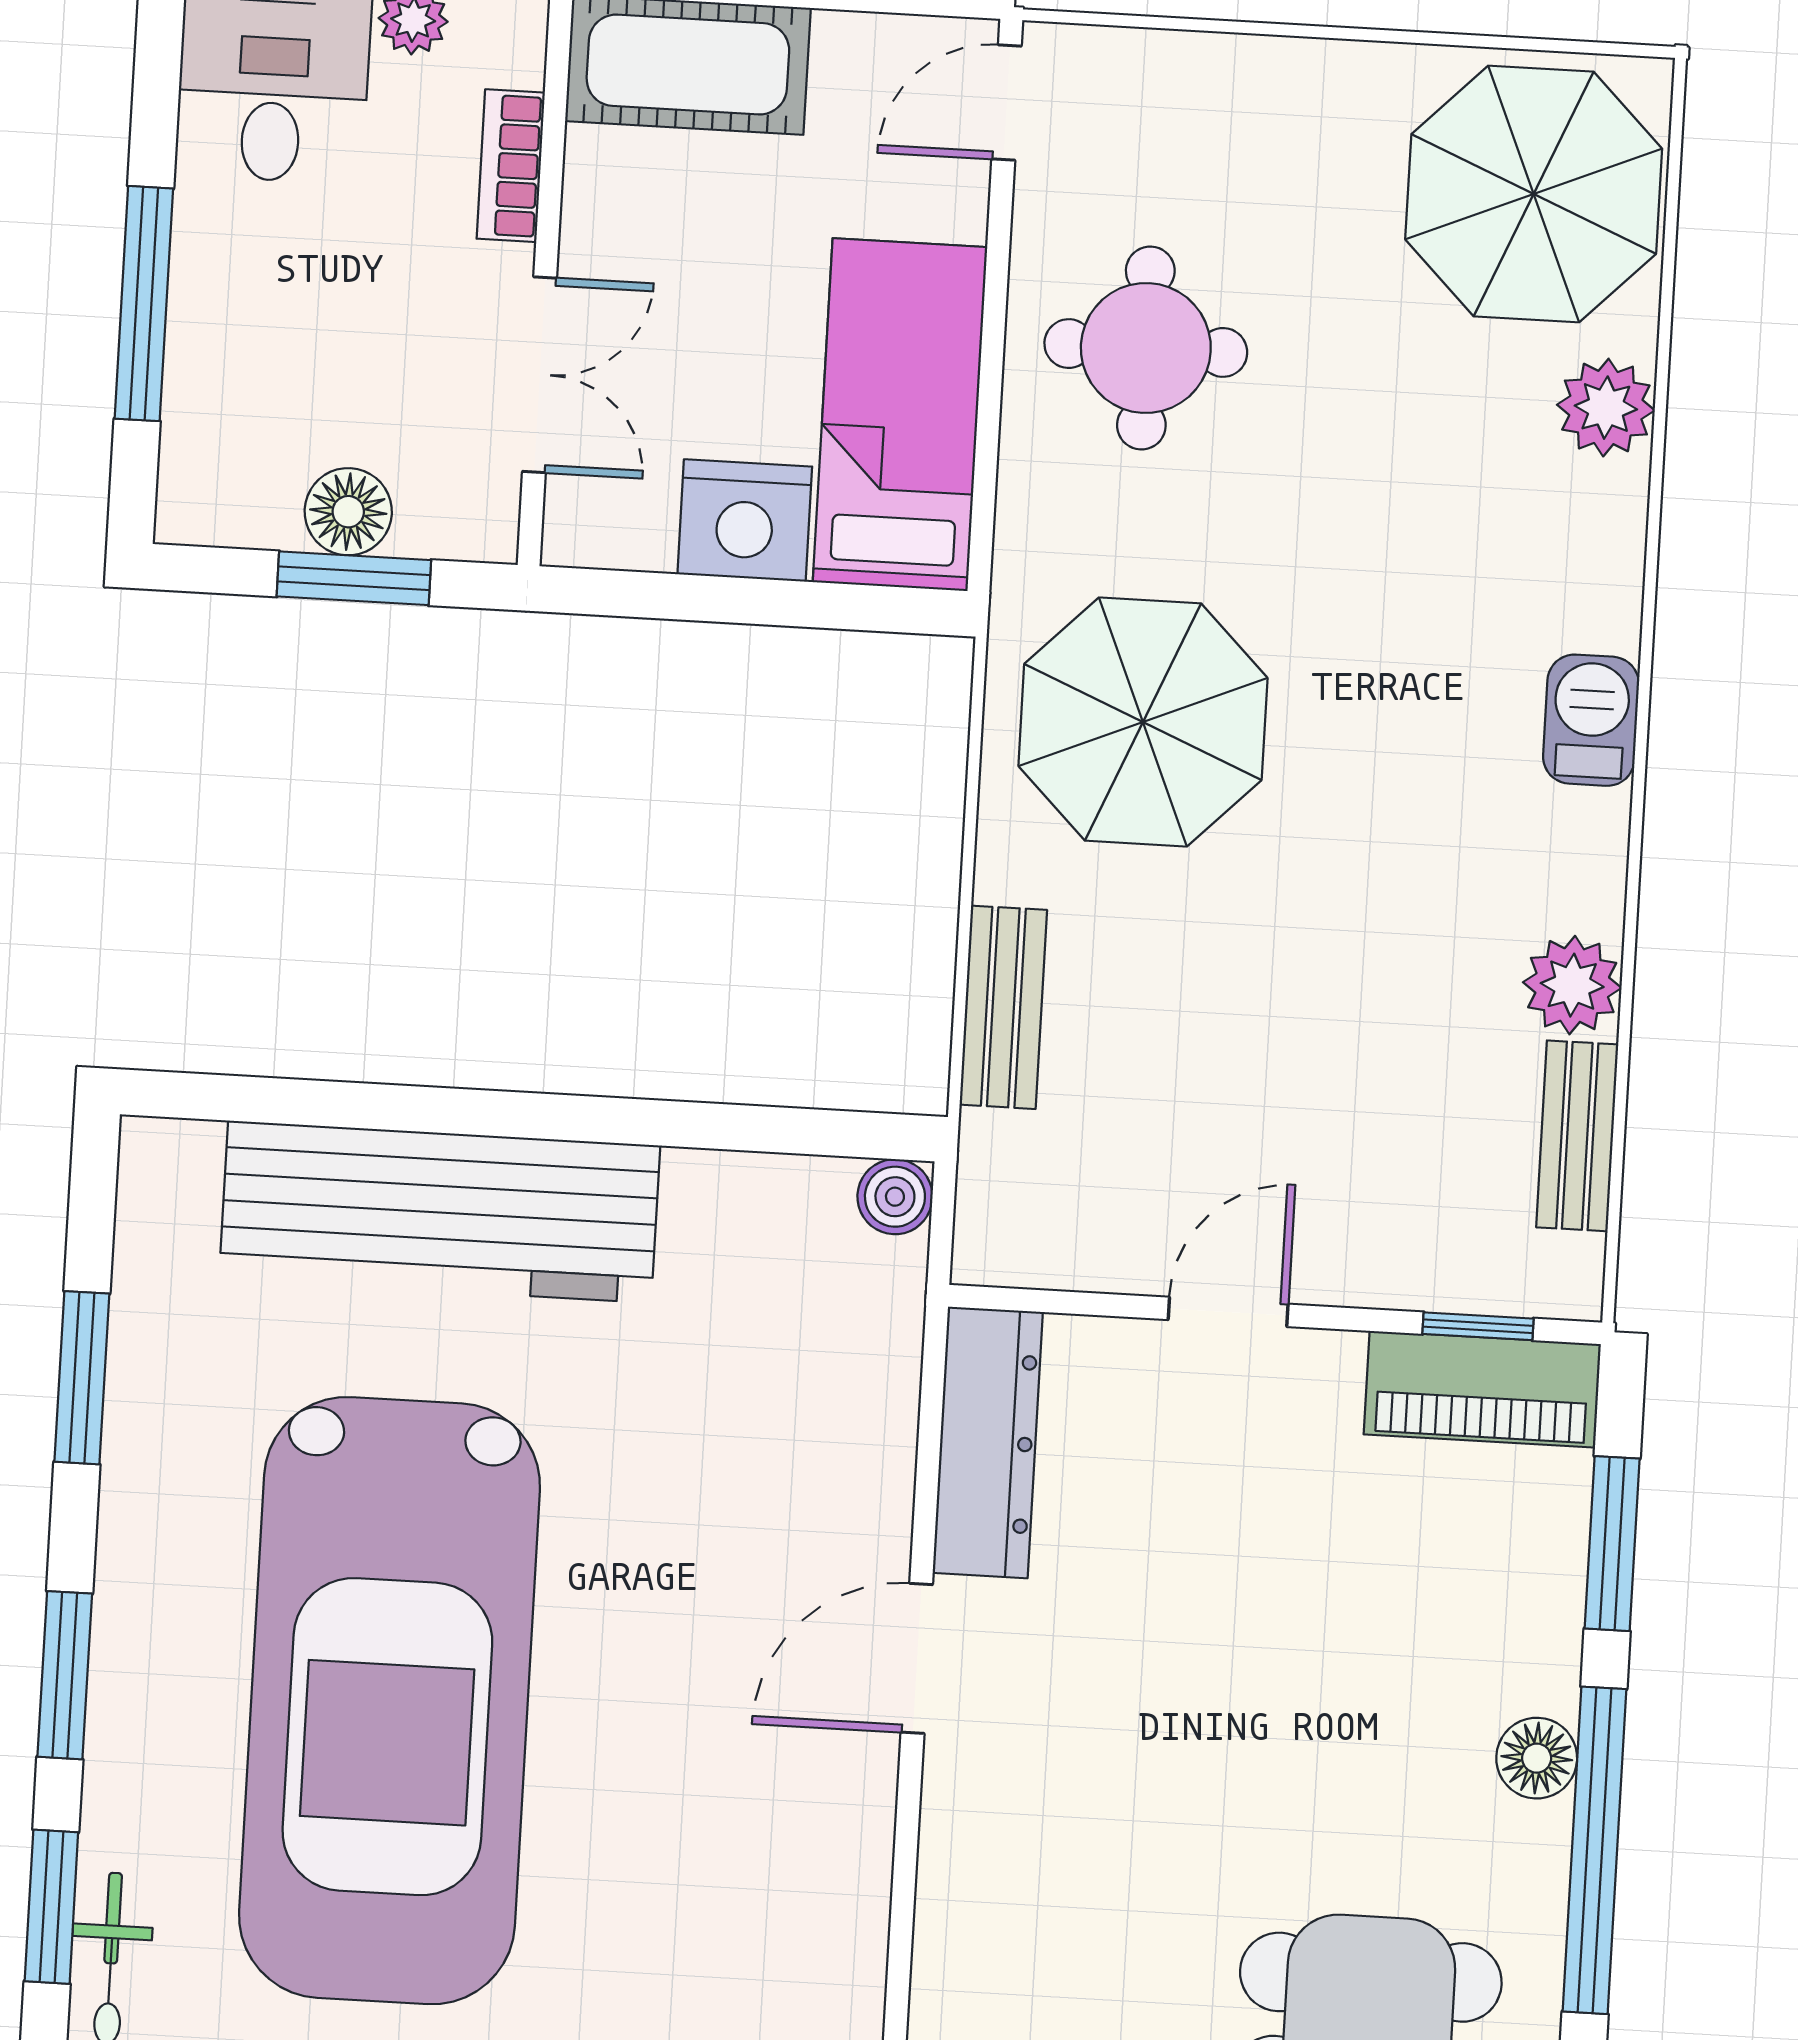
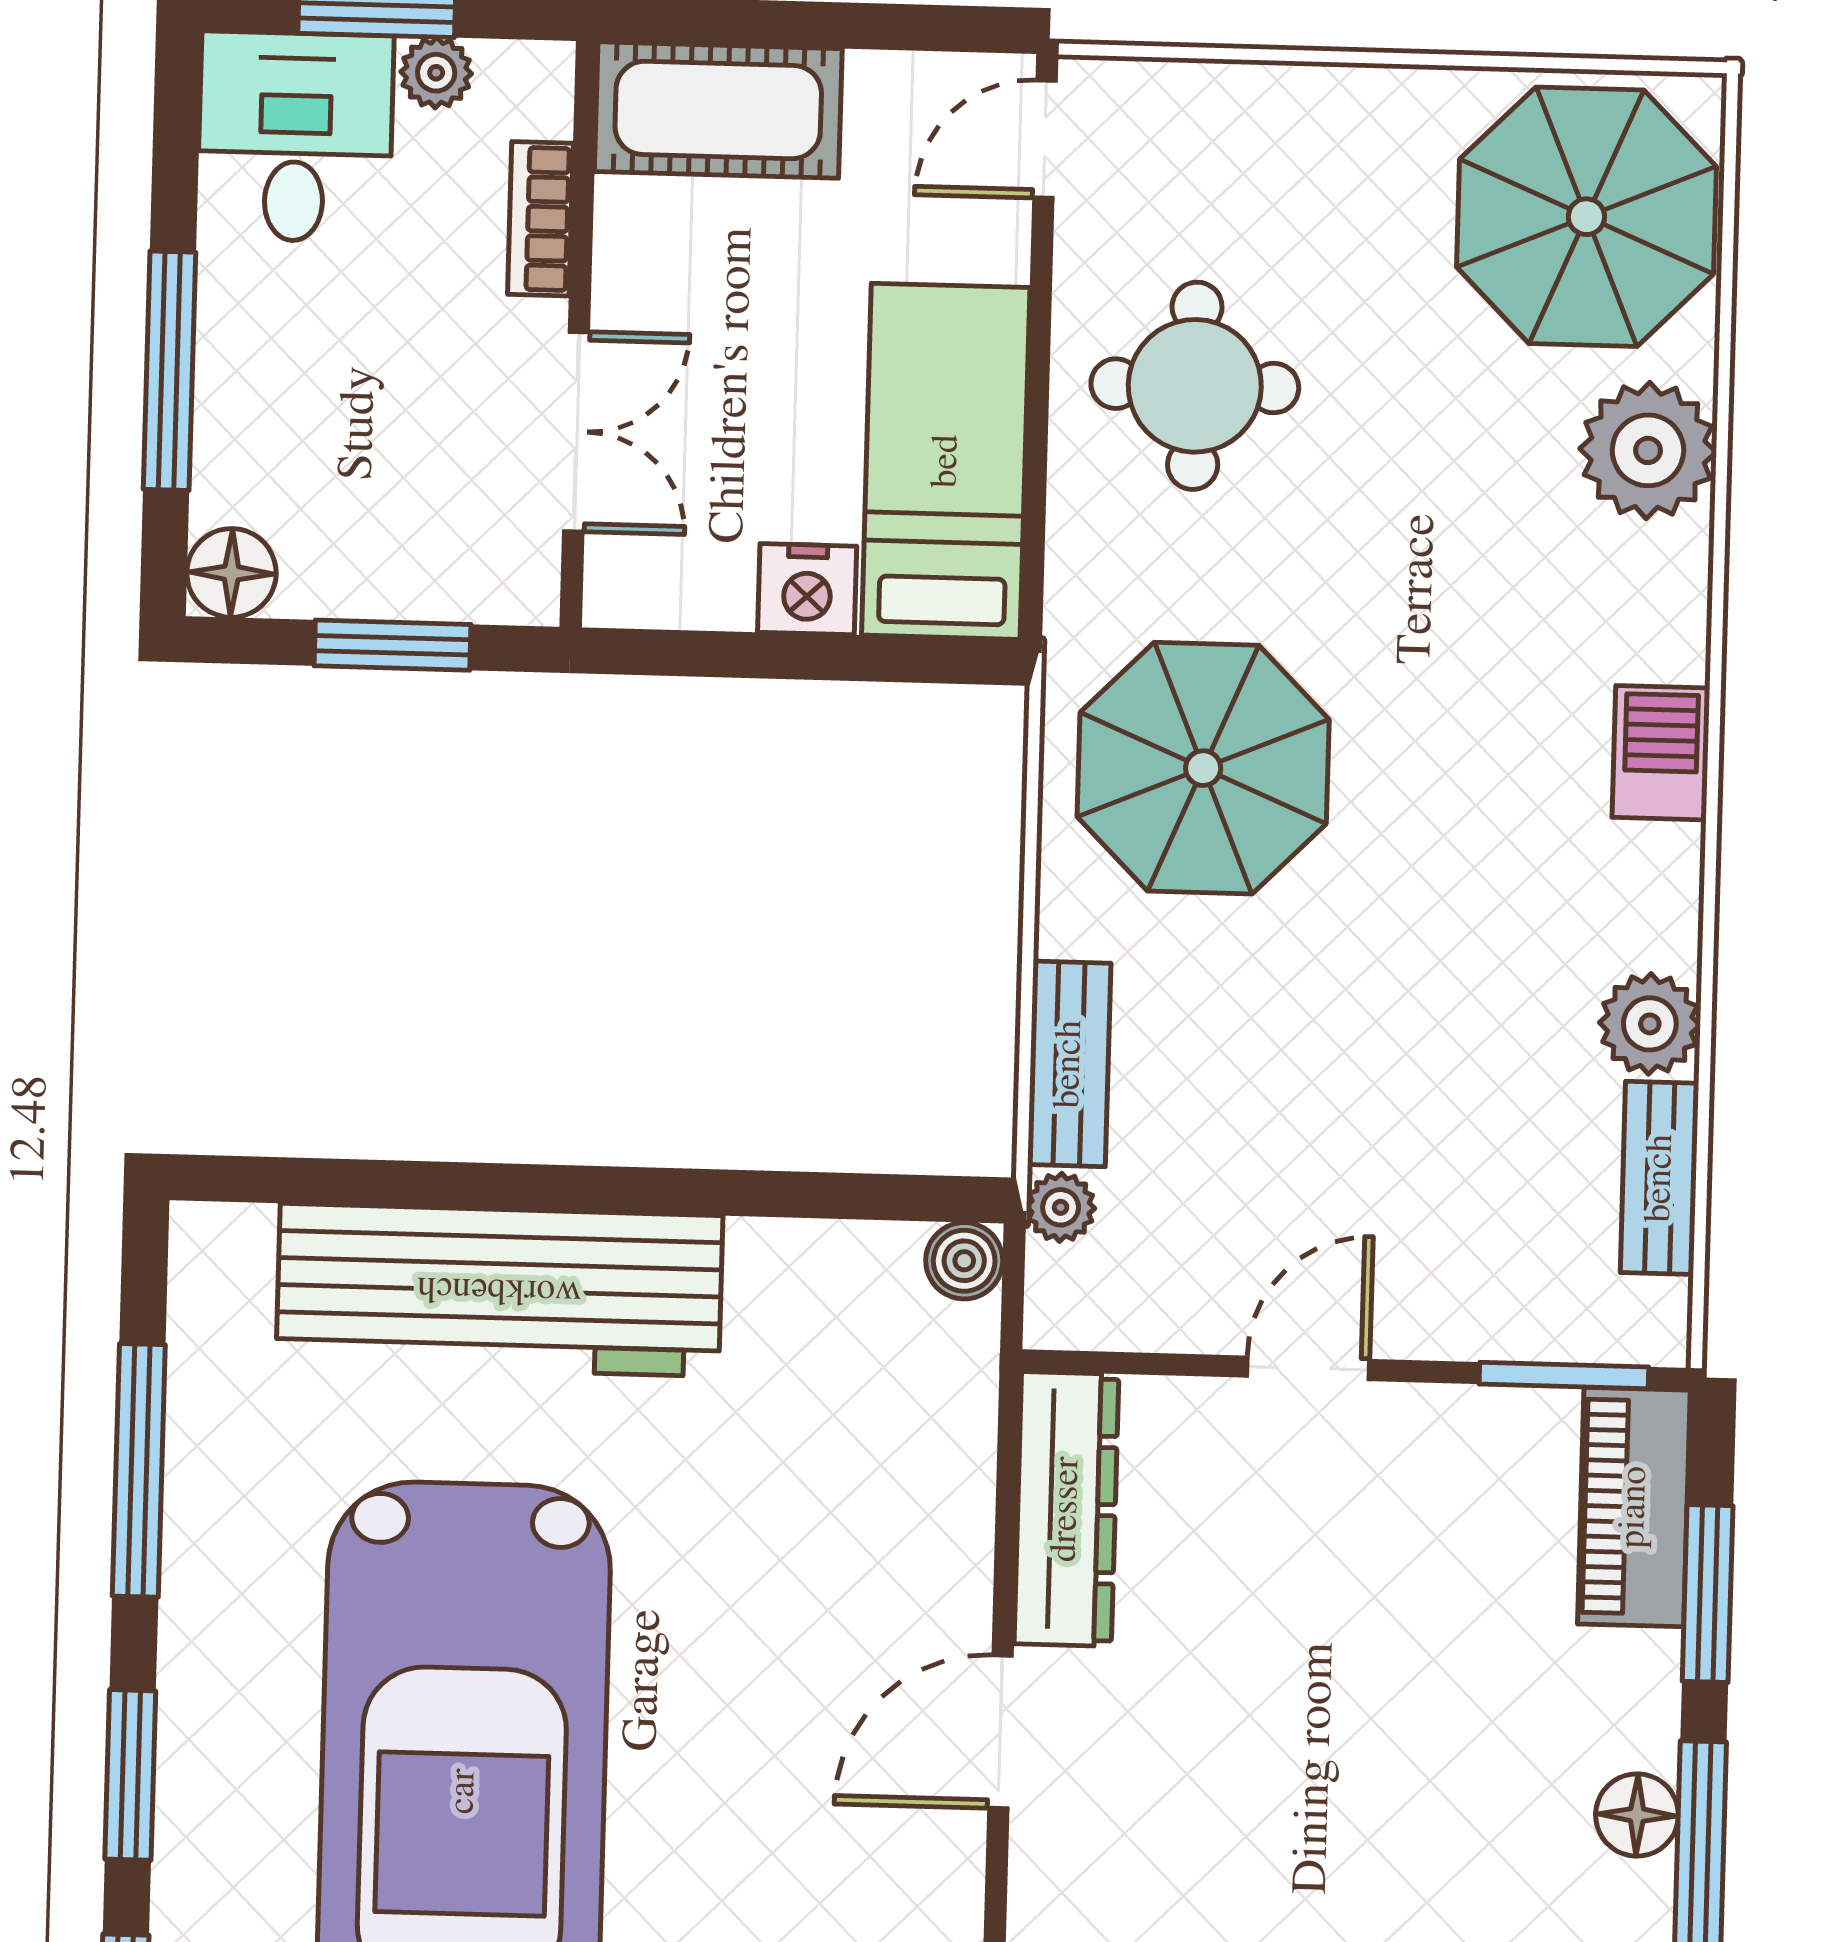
plant: (1606, 408) -> (1648, 450), width x1.36, depth x1.36
floor lamp: (348, 512) -> (231, 573), moved
nightstand: (745, 520) -> (807, 589), width x0.74, depth x0.75
plant: (991, 1147) -> (1061, 1207), added
window: (1478, 1326) -> (1564, 1375), width x1.50
window: (82, 1378) -> (139, 1470), width x1.44
piano: (1482, 1389) -> (1634, 1507), moved, turned 90

